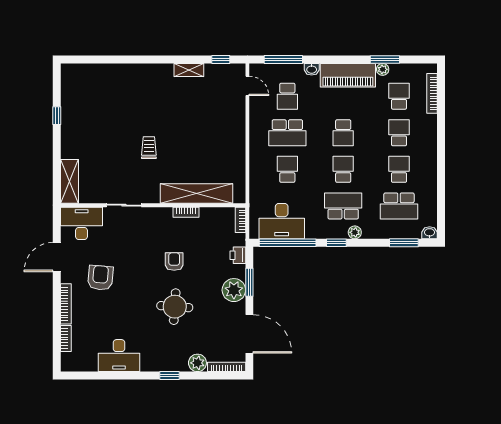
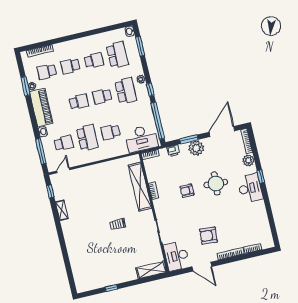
school desk: (399, 169) -> (94, 60), turned 180
school desk: (343, 206) -> (126, 91), turned 180
desk: (282, 221) -> (141, 139), moved, turned 90
desk: (119, 356) -> (250, 188), moved

